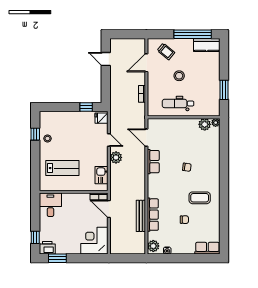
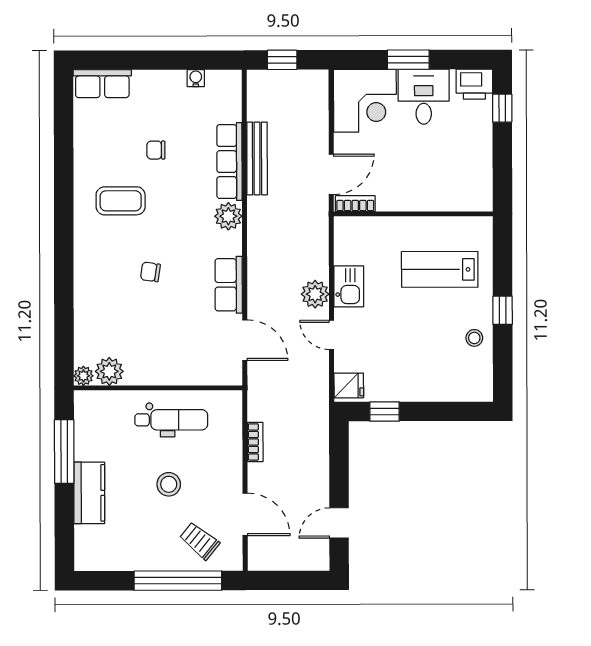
window: (193, 34) -> (178, 581), moved
kitchen counter: (207, 45) -> (89, 493), moved, turned 90
door: (106, 59) -> (339, 523), swing flipped
door: (146, 63) -> (245, 514), hinge flipped
window: (224, 90) -> (64, 451), width x1.44
window: (35, 134) -> (503, 310), moved
kitchen sink: (102, 175) -> (349, 286), moved
desk: (50, 205) -> (424, 97), moved, turned 180
door: (109, 209) -> (331, 174), hinge flipped
plant: (153, 246) -> (228, 216), moved
window: (57, 258) -> (408, 60), moved
window: (130, 258) -> (282, 60), added

